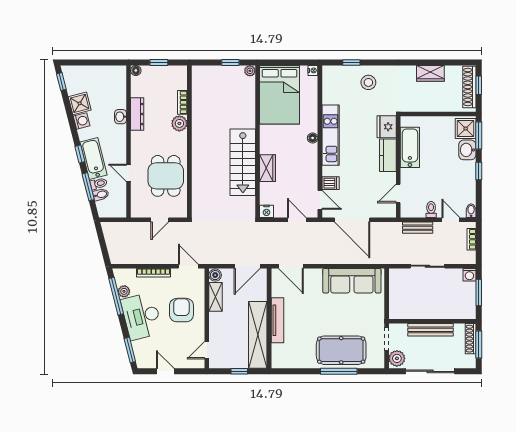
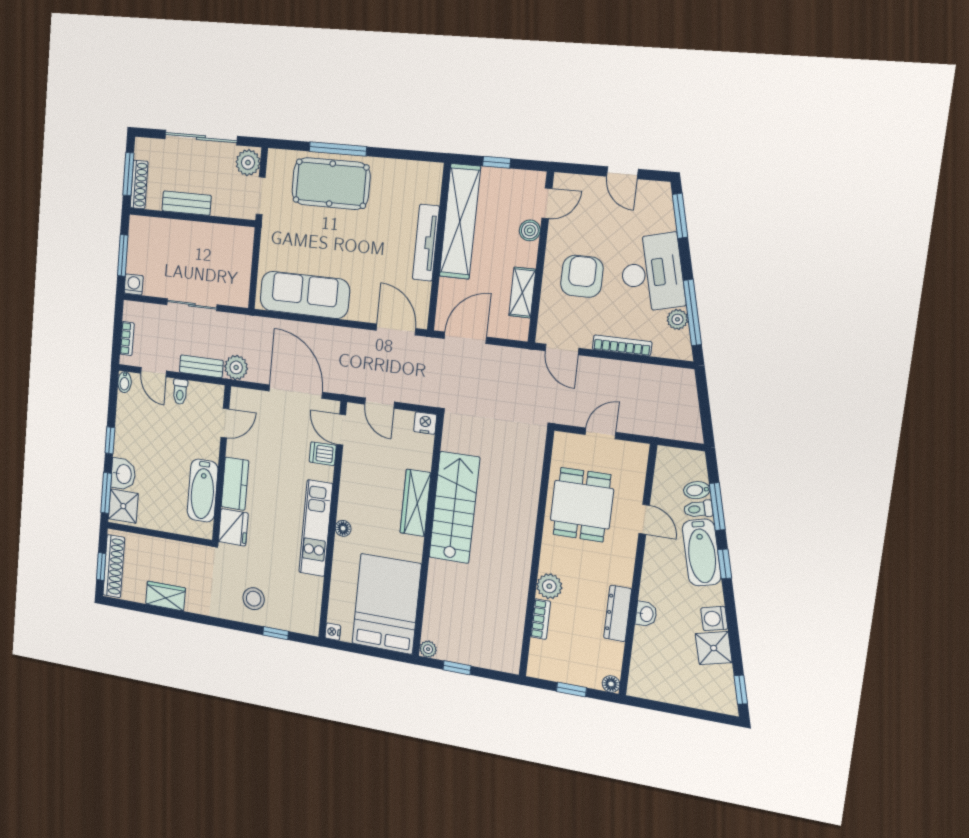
wardrobe: (268, 168) -> (415, 503), width x1.50
plant: (394, 230) -> (236, 367), added
boiler: (215, 275) -> (530, 230), moved
armchair: (181, 310) -> (582, 276), turned 180
bench: (430, 330) -> (187, 203), width x0.73

